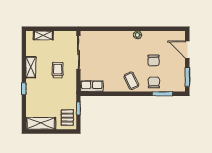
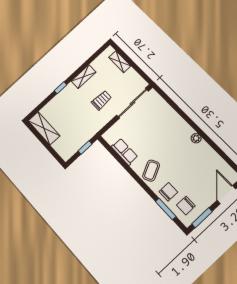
chair: (154, 60) -> (186, 206), moved
row of seats: (92, 86) -> (124, 152), moved
pallet: (67, 118) -> (69, 145), removed

